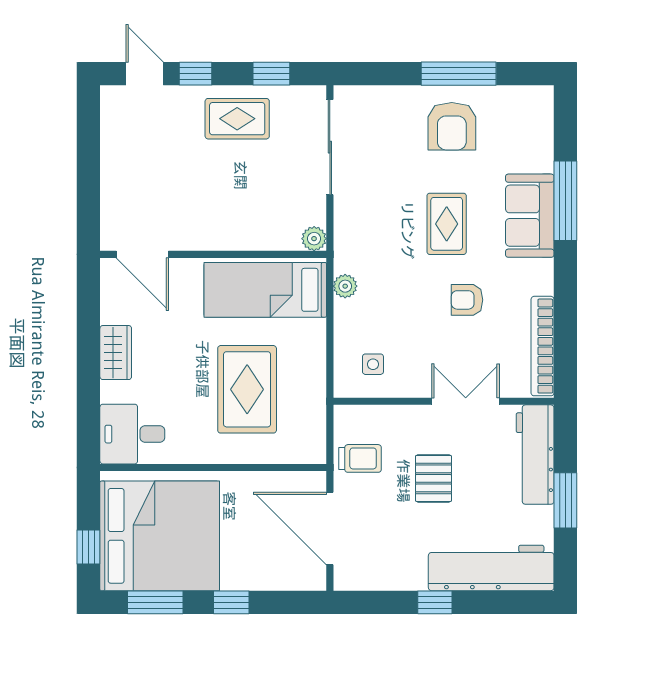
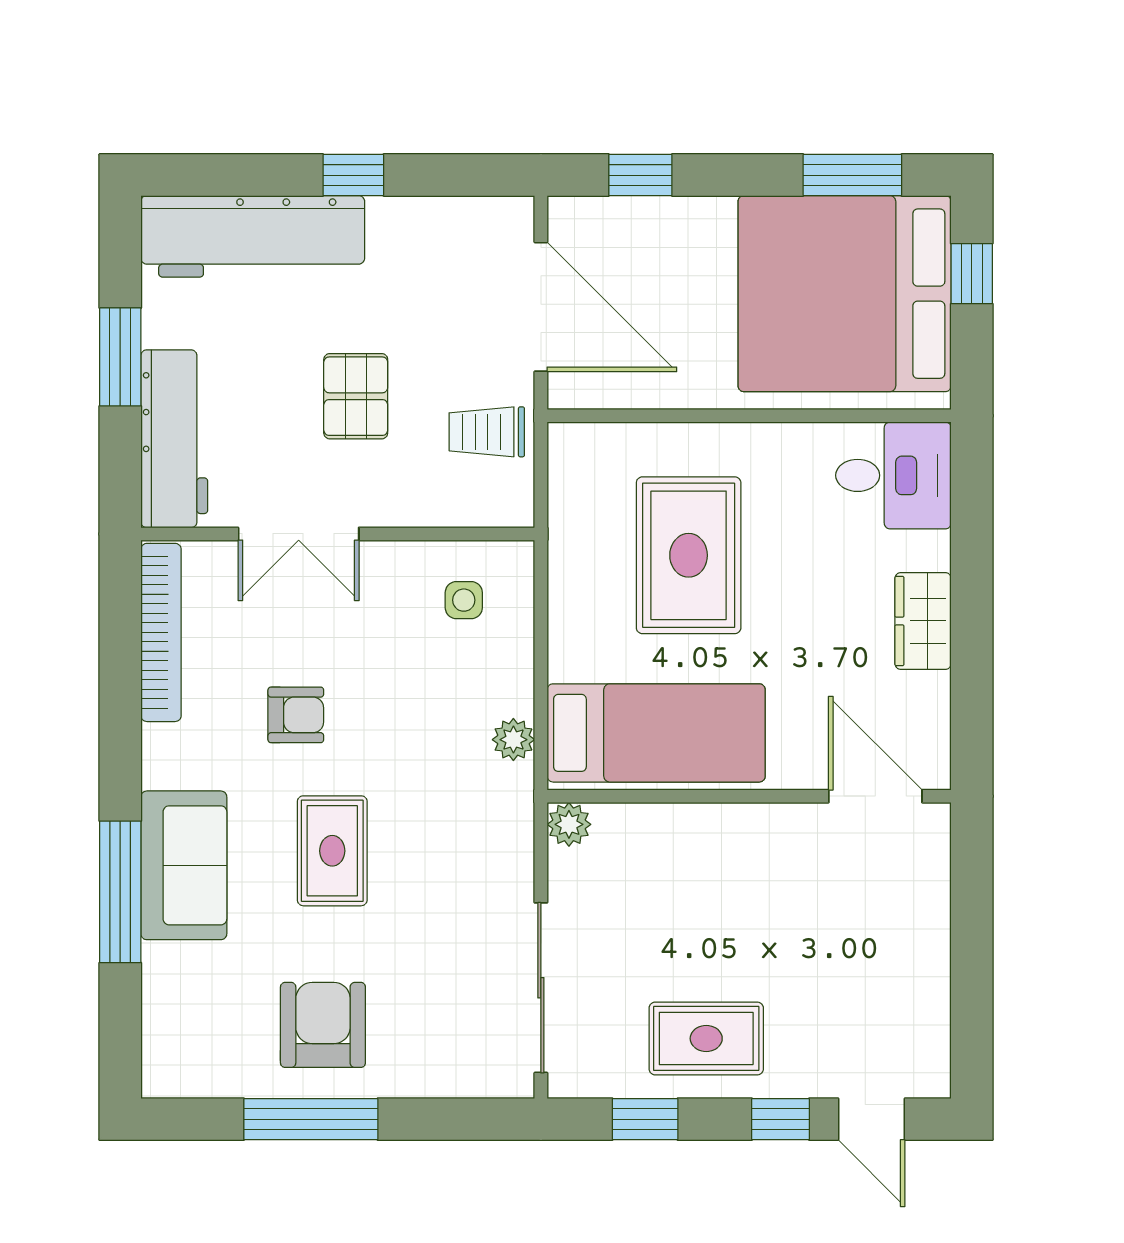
window: (231, 602) -> (640, 175), moved

